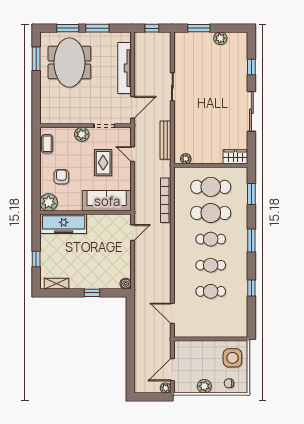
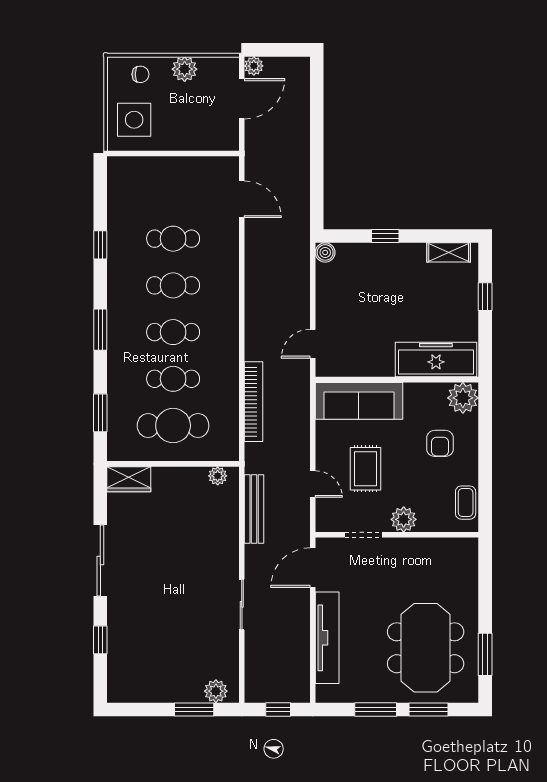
plant: (220, 38) -> (216, 691), moved
cafe table: (211, 213) -> (173, 379), width x0.73, depth x0.74

